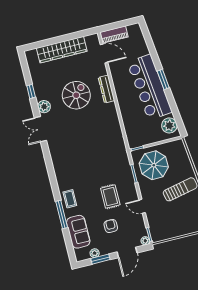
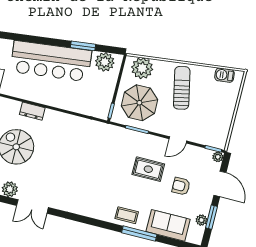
window: (163, 79) -> (83, 46), moved
dresser: (106, 89) -> (32, 111), width x0.70
plant: (179, 154) -> (142, 68), added

